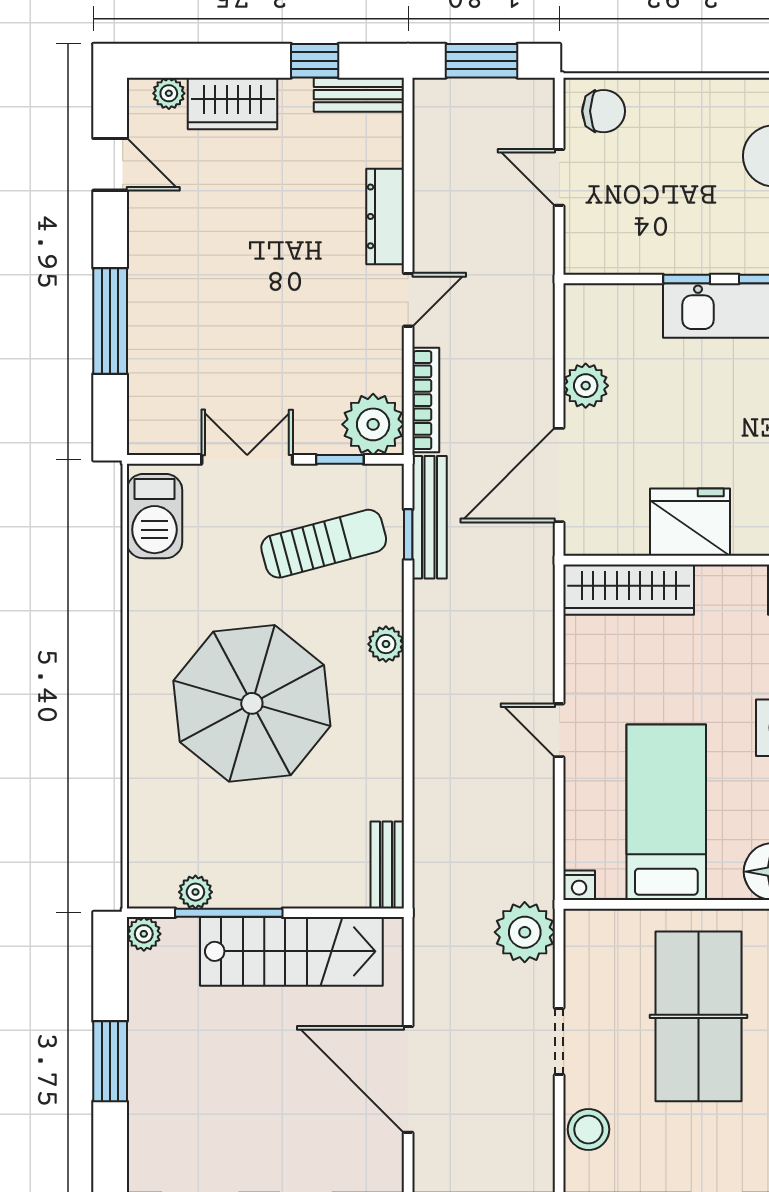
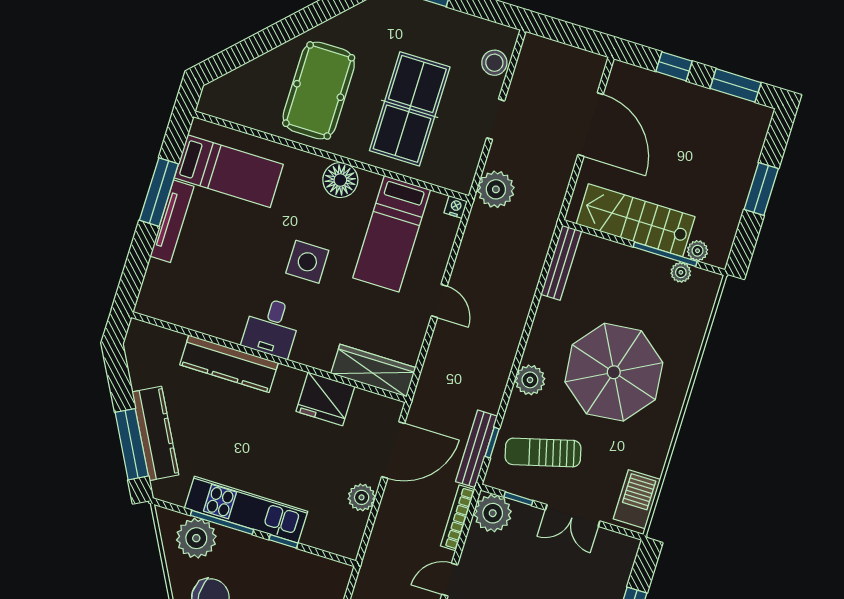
plant: (386, 644) -> (530, 380), width x1.38, depth x1.38
bench: (387, 865) -> (561, 263), width x1.36
plant: (144, 934) -> (698, 251), moved

